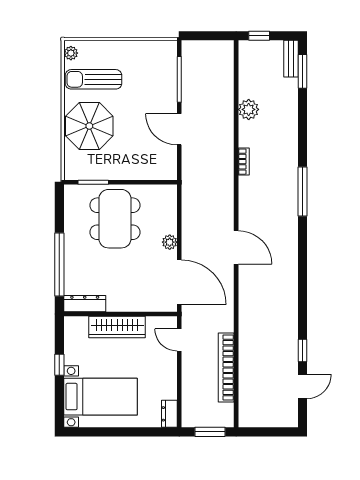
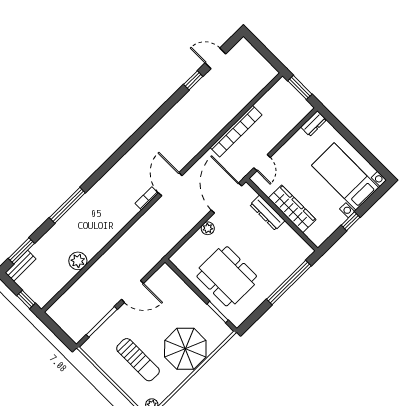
sun lounger: (93, 79) -> (138, 360), moved
door: (179, 129) -> (132, 291), hinge flipped
bookcase: (244, 162) -> (147, 198), moved
window: (303, 191) -> (67, 205), moved
dining table: (115, 219) -> (227, 276), turned 90
dresser: (85, 304) -> (267, 213), moved
bookcase: (226, 367) -> (236, 131), moved

